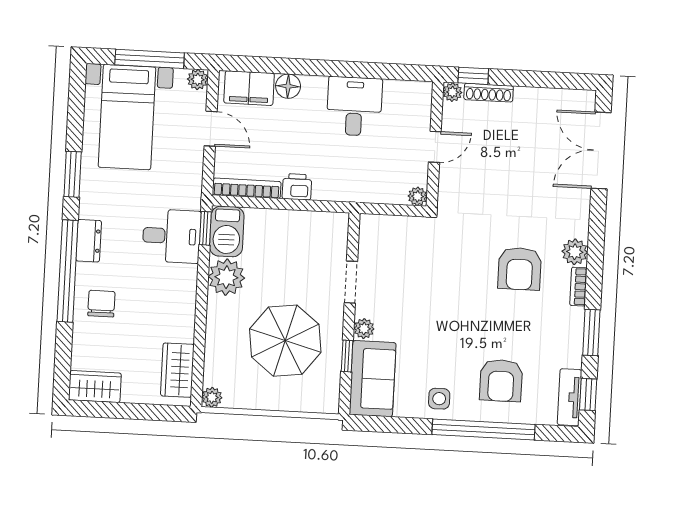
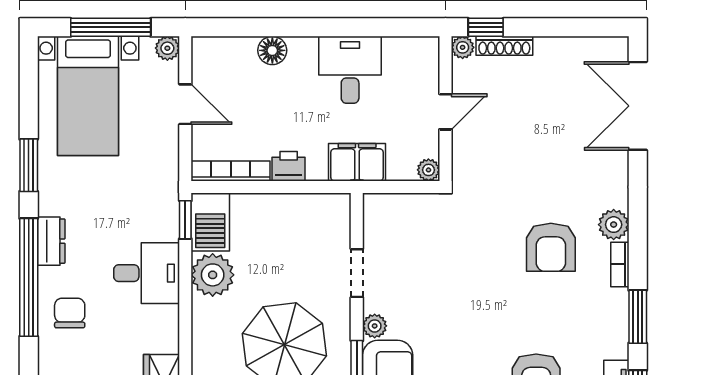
filing cabinet: (249, 88) -> (357, 162), moved, turned 180
desk: (171, 236) -> (147, 273), moved

